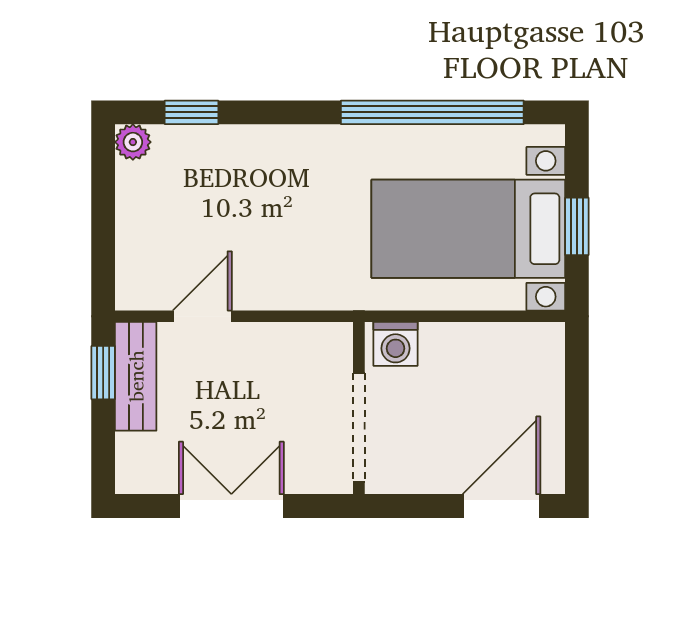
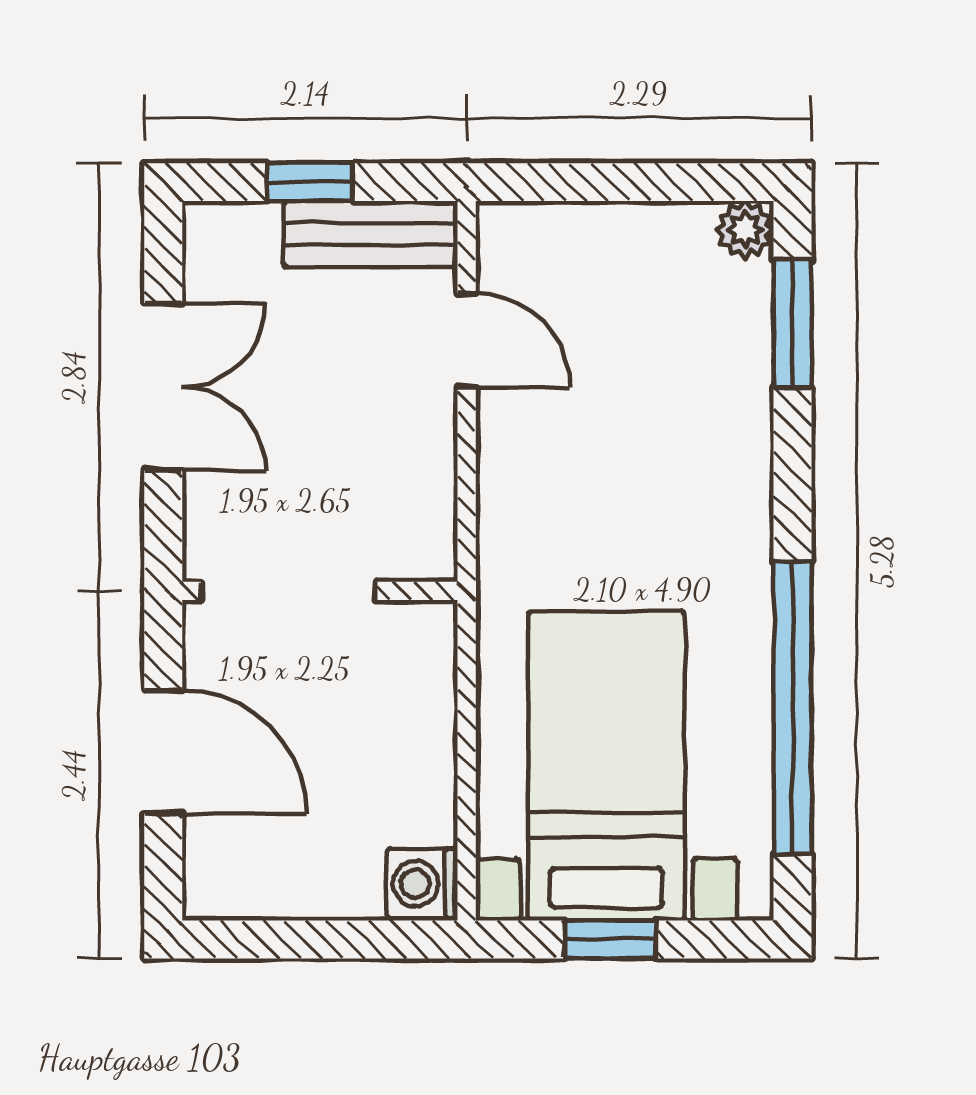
window: (191, 112) -> (793, 323), width x1.50
washing machine: (396, 344) -> (422, 884), moved
window: (103, 373) -> (310, 182), moved
door: (501, 506) -> (163, 752), moved

